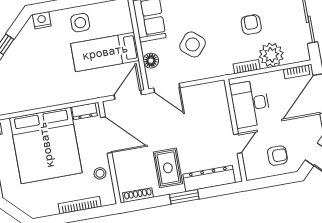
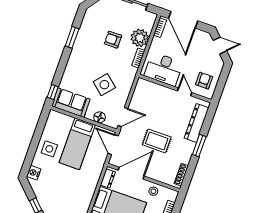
armchair: (277, 156) -> (204, 81), moved
rug: (168, 168) -> (157, 141), moved

